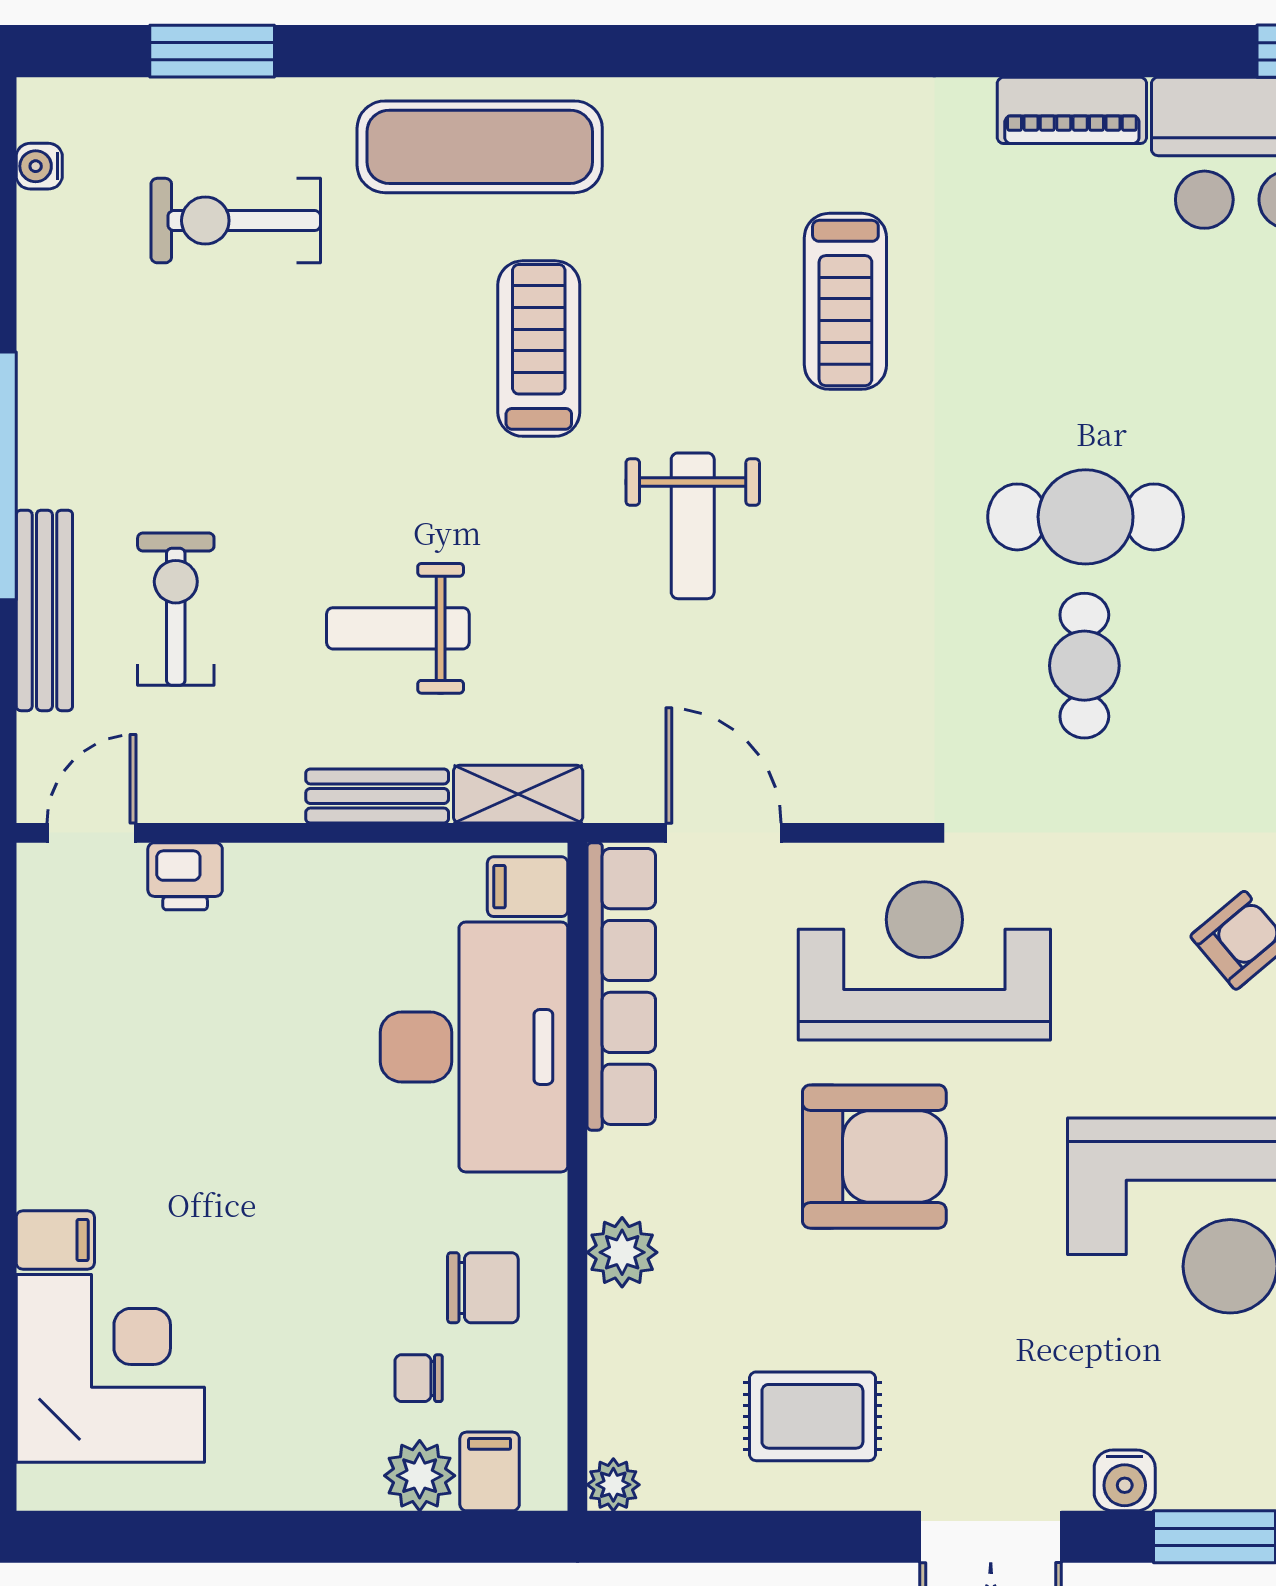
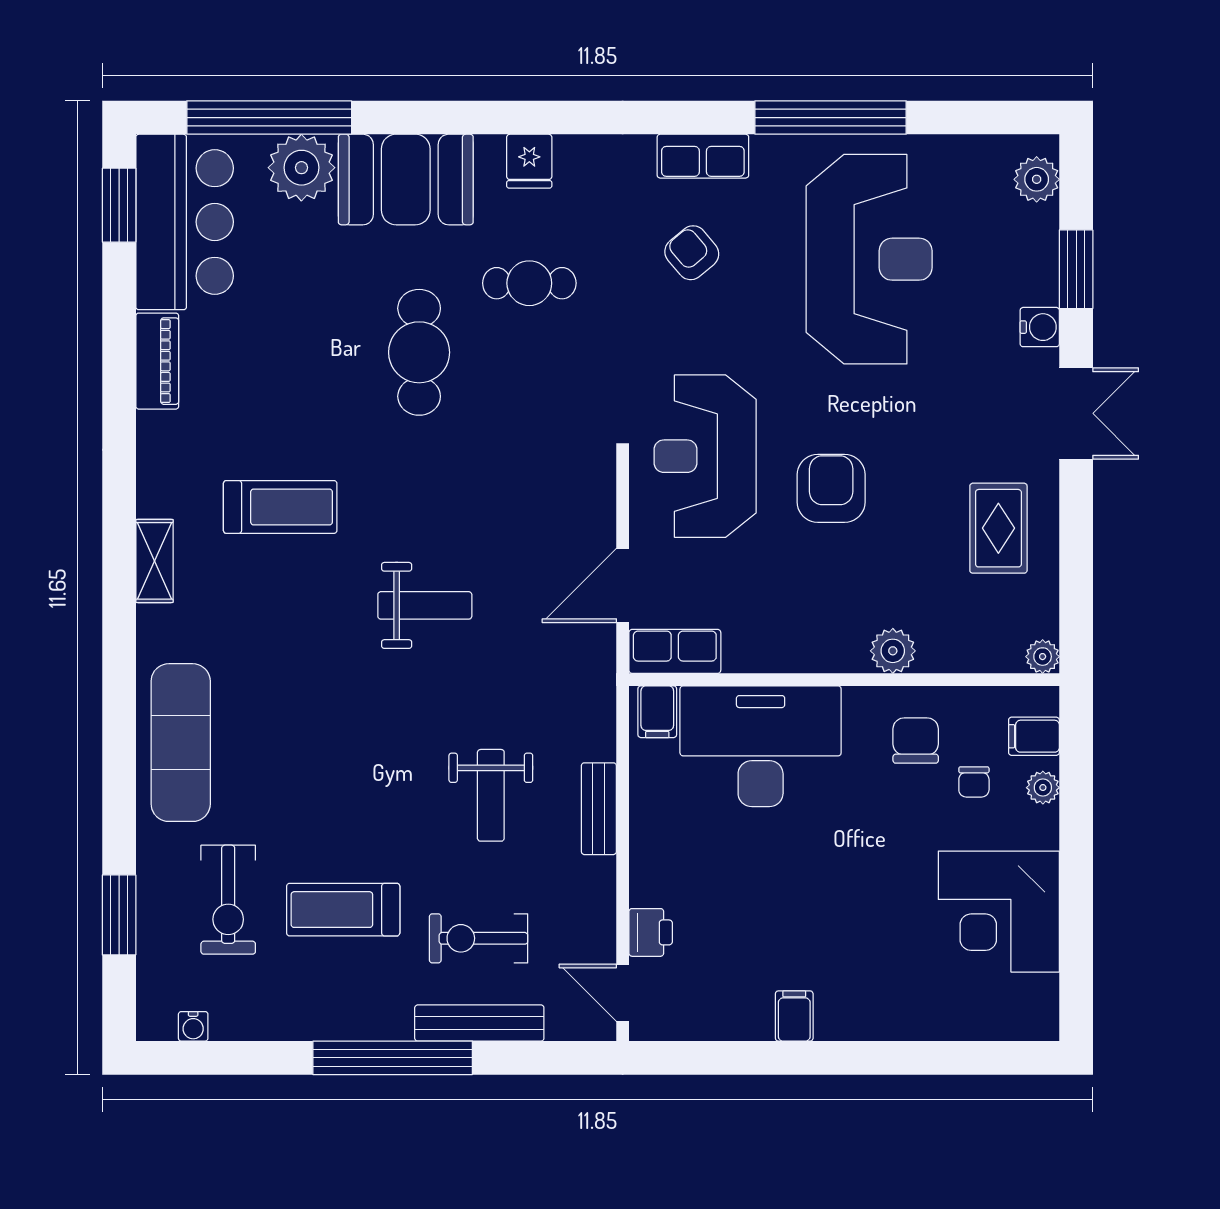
treadmill: (539, 349) -> (343, 910), moved
cafe table: (1084, 666) -> (529, 283), moved
shelving: (518, 794) -> (154, 561), moved
row of seats: (621, 986) -> (675, 651), width x0.50
armchair: (874, 1157) -> (831, 488), width x0.73, depth x0.73
filing cabinet: (55, 1240) -> (794, 1016), moved
corner desk: (110, 1368) -> (999, 912), moved, turned -90
plant: (420, 1476) -> (1043, 788), width x0.73, depth x0.73

